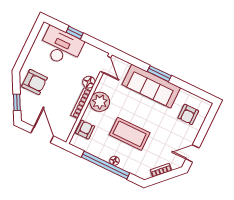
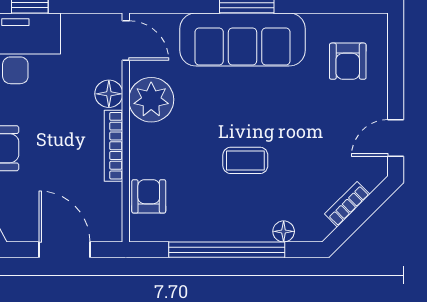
plant: (100, 102) -> (151, 100), moved
coffee table: (130, 134) -> (245, 160), width x0.54, depth x0.58
floor lamp: (114, 161) -> (284, 231), moved

